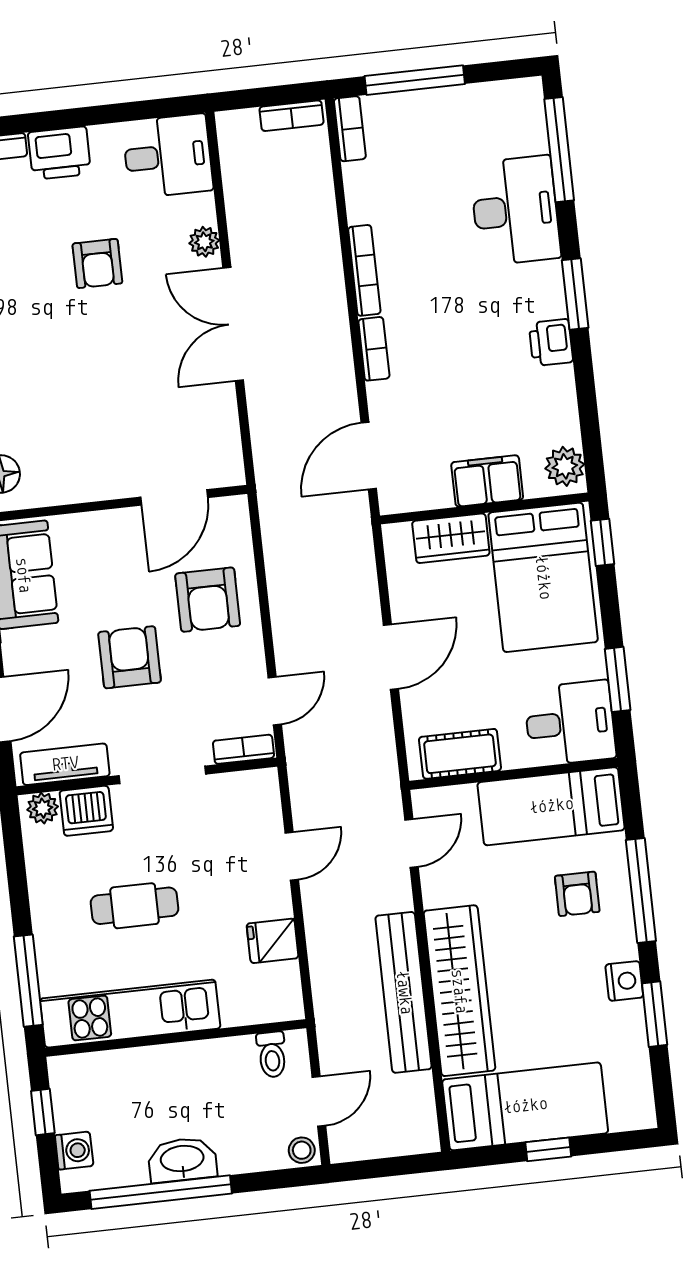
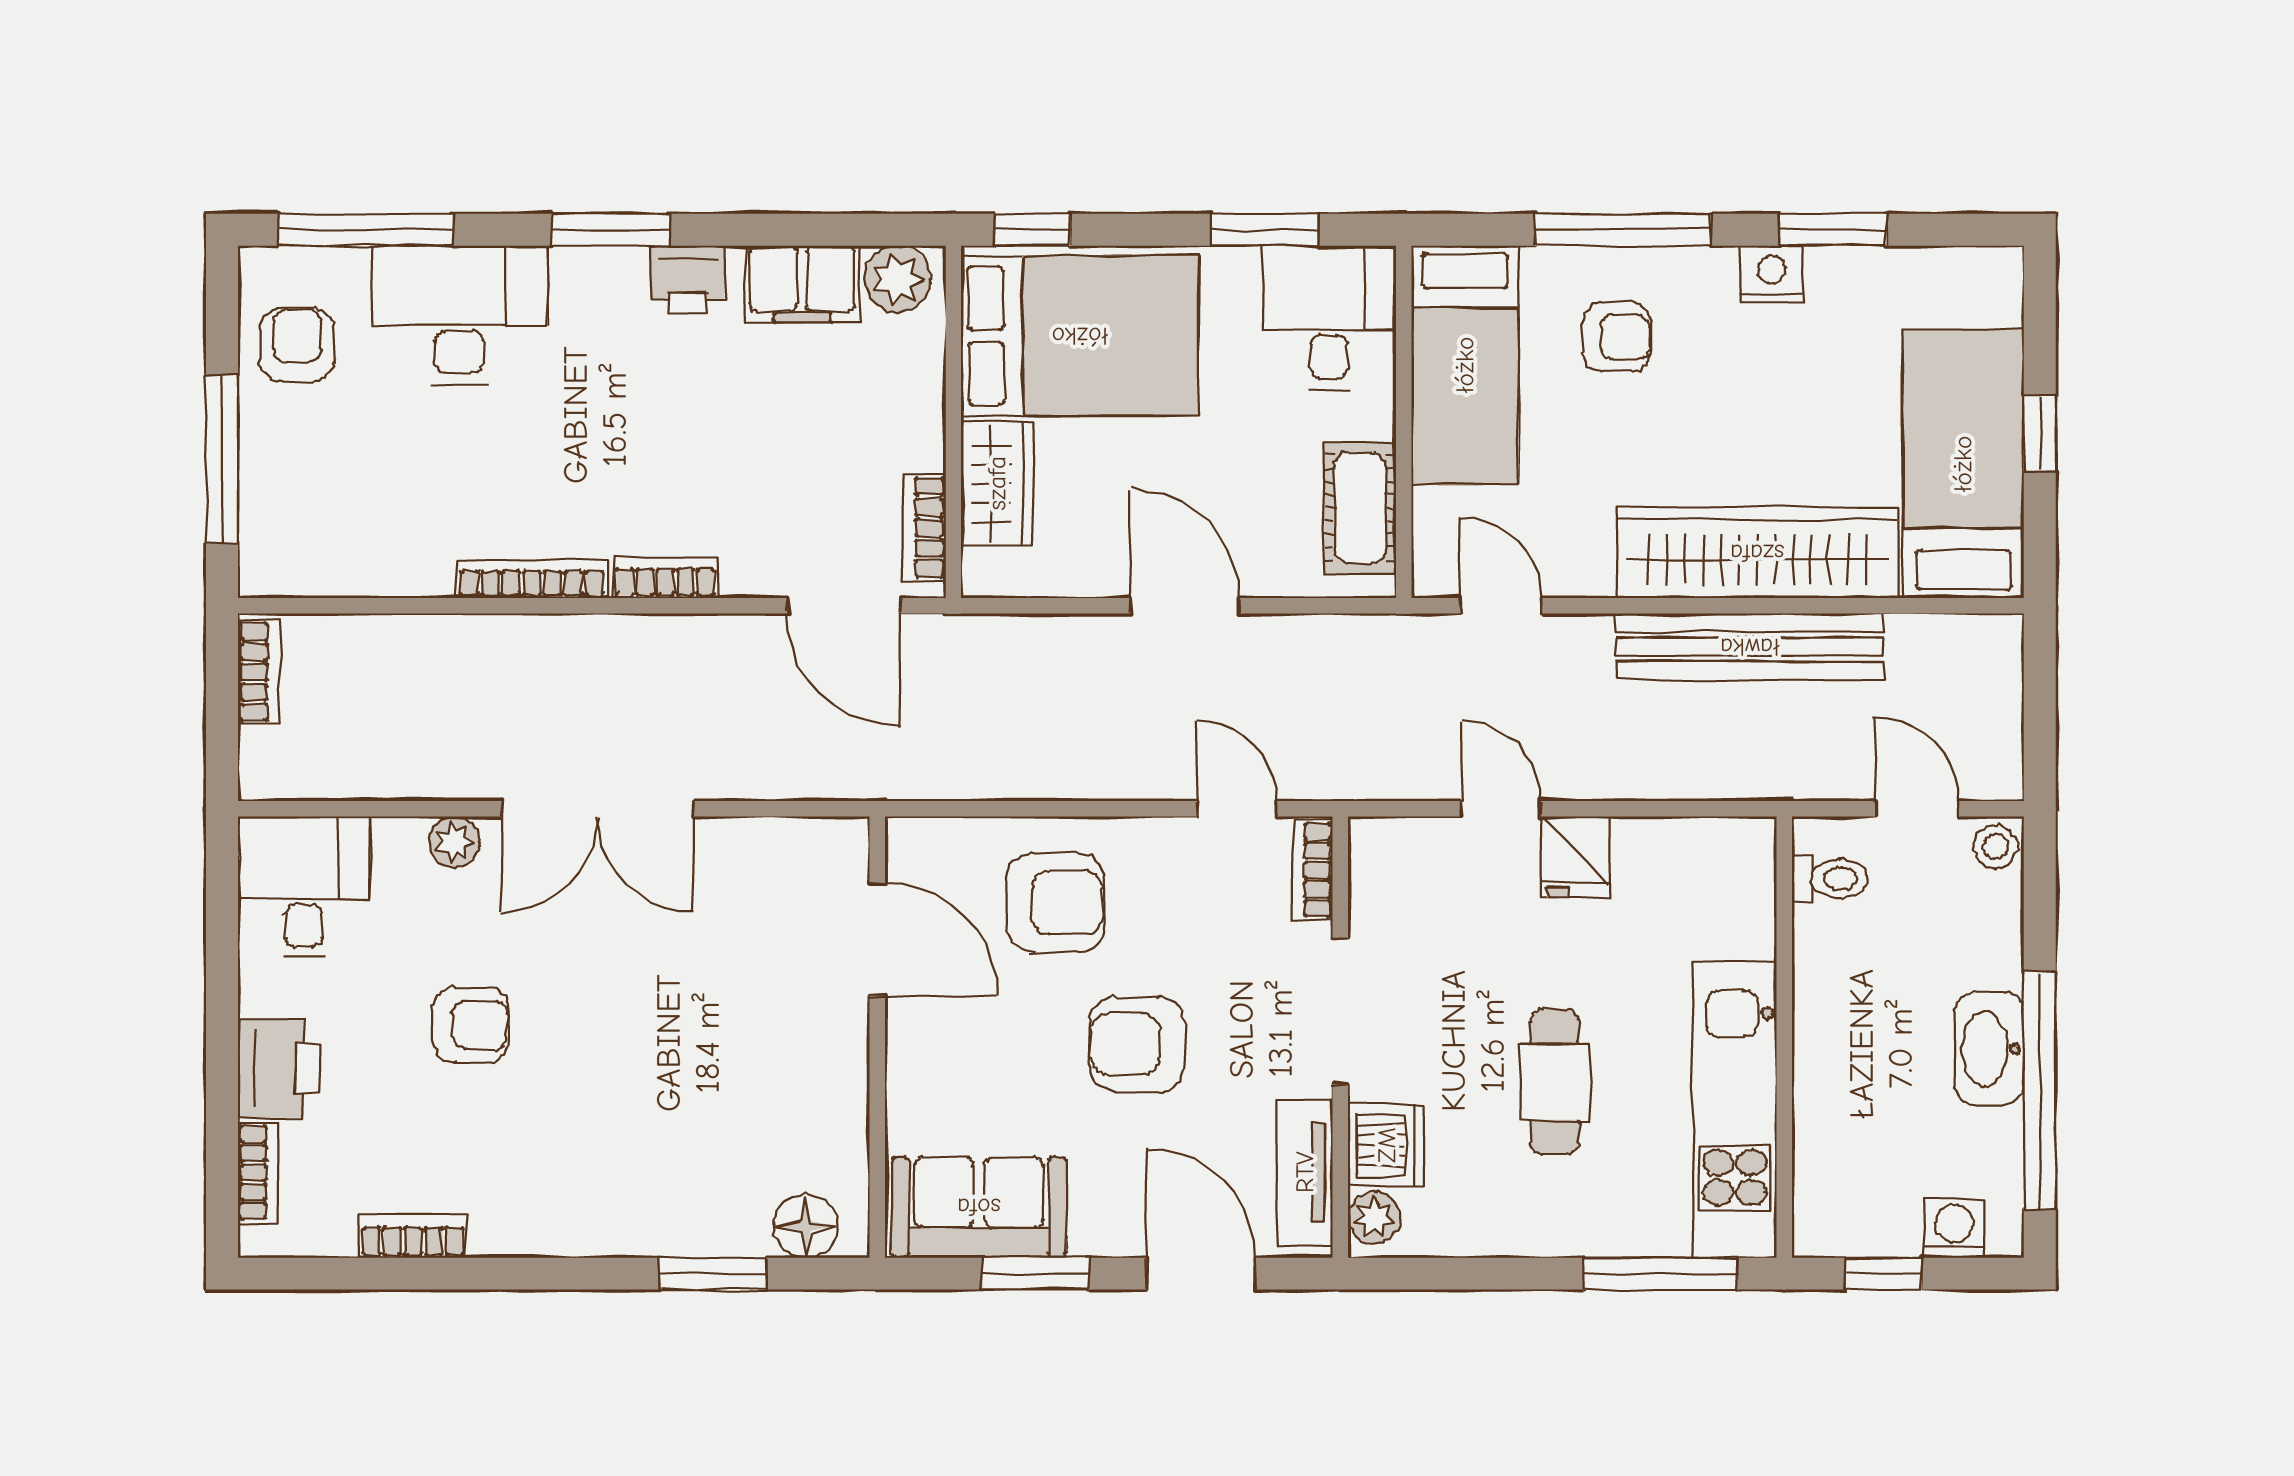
armchair: (487, 117) -> (297, 345), added
bookcase: (350, 129) -> (924, 527), moved, turned -90
filing cabinet: (487, 481) -> (802, 284), moved, turned -90
fridge: (273, 941) -> (1576, 857), moved

